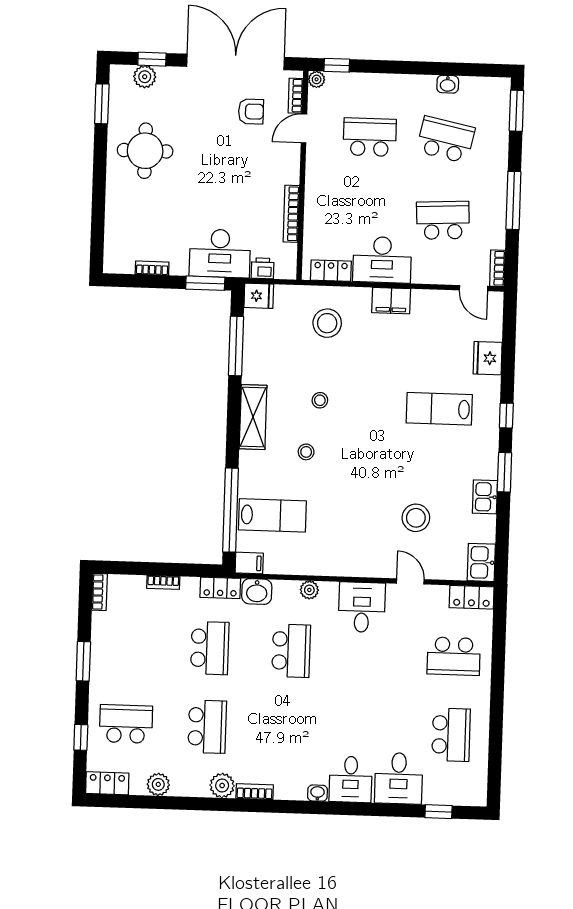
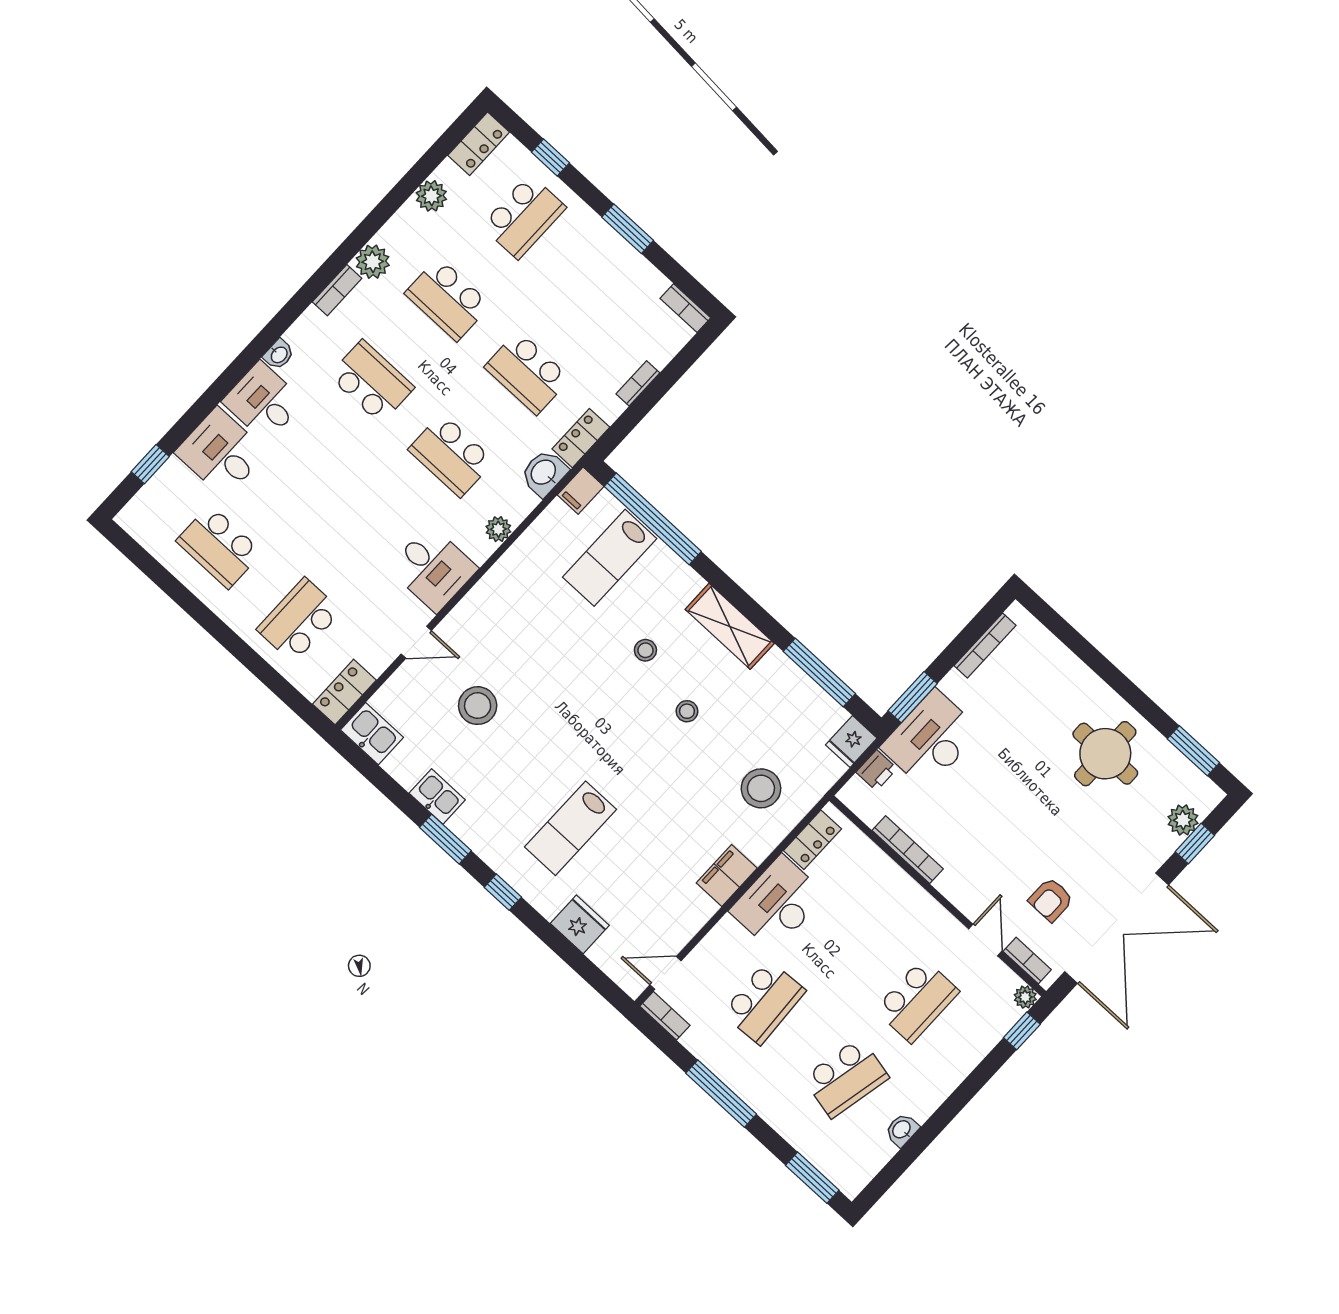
bookcase: (152, 268) -> (985, 646), width x1.56
lab bench: (439, 409) -> (570, 828), turned 180
school desk: (288, 729) -> (371, 382), added

